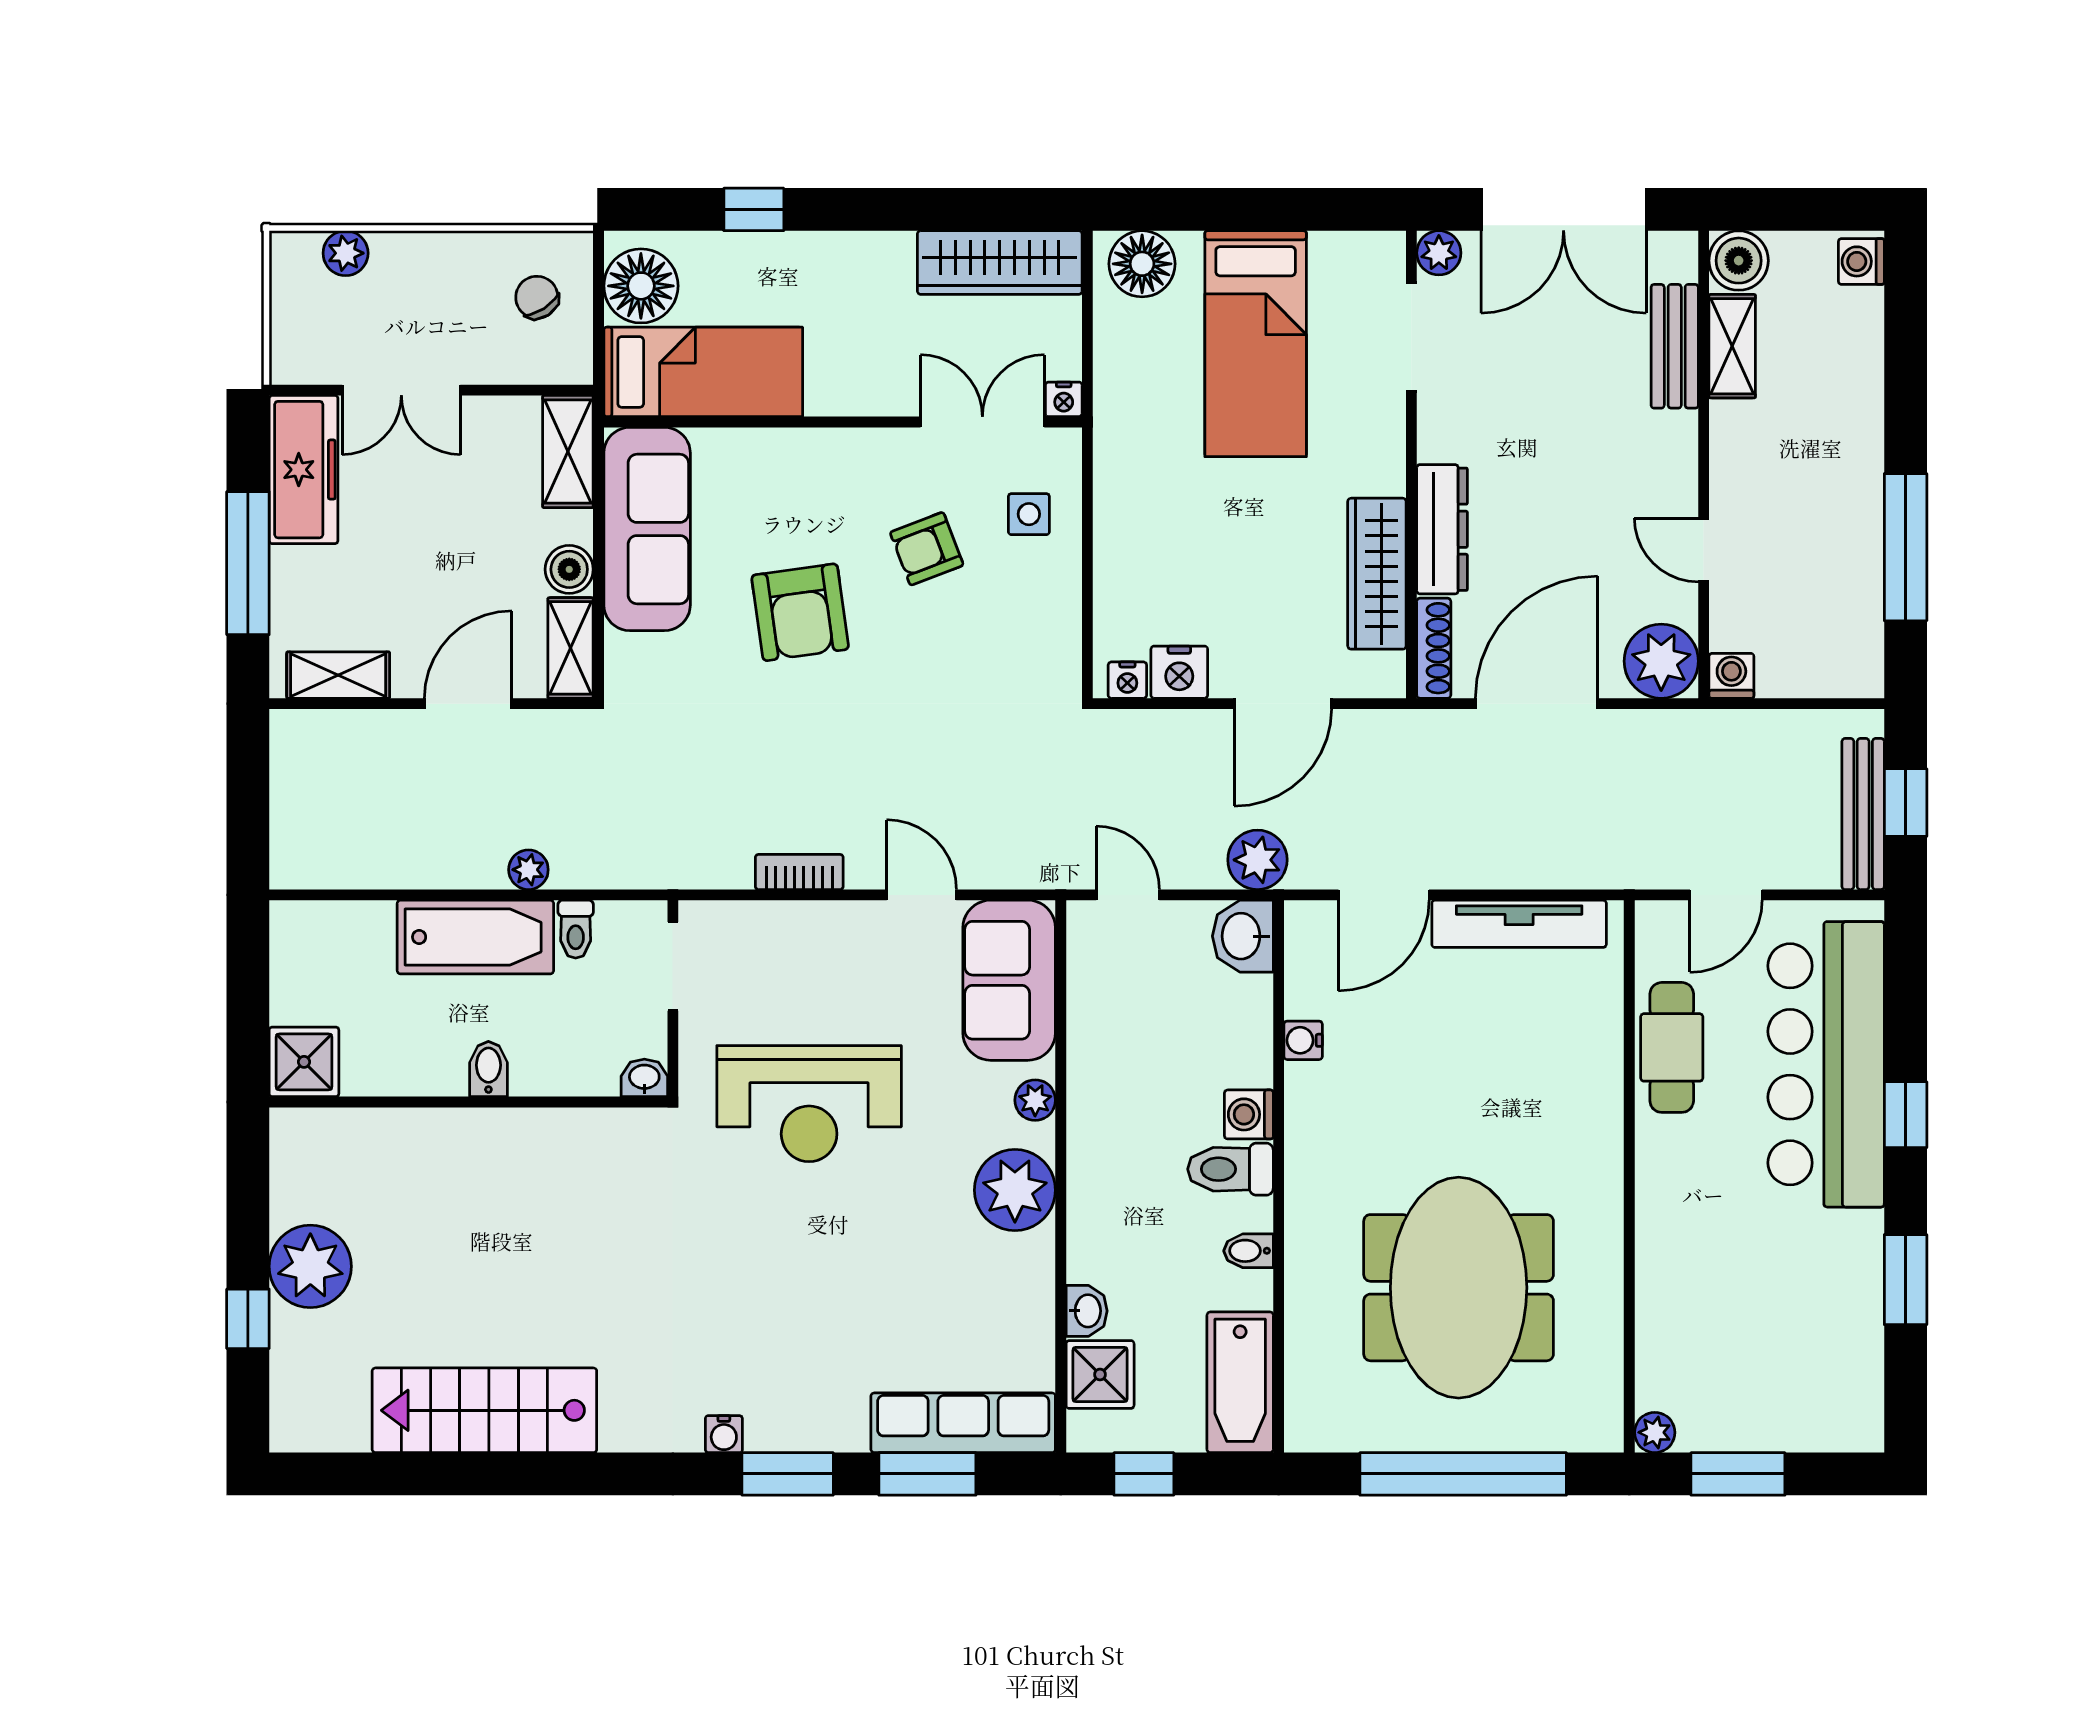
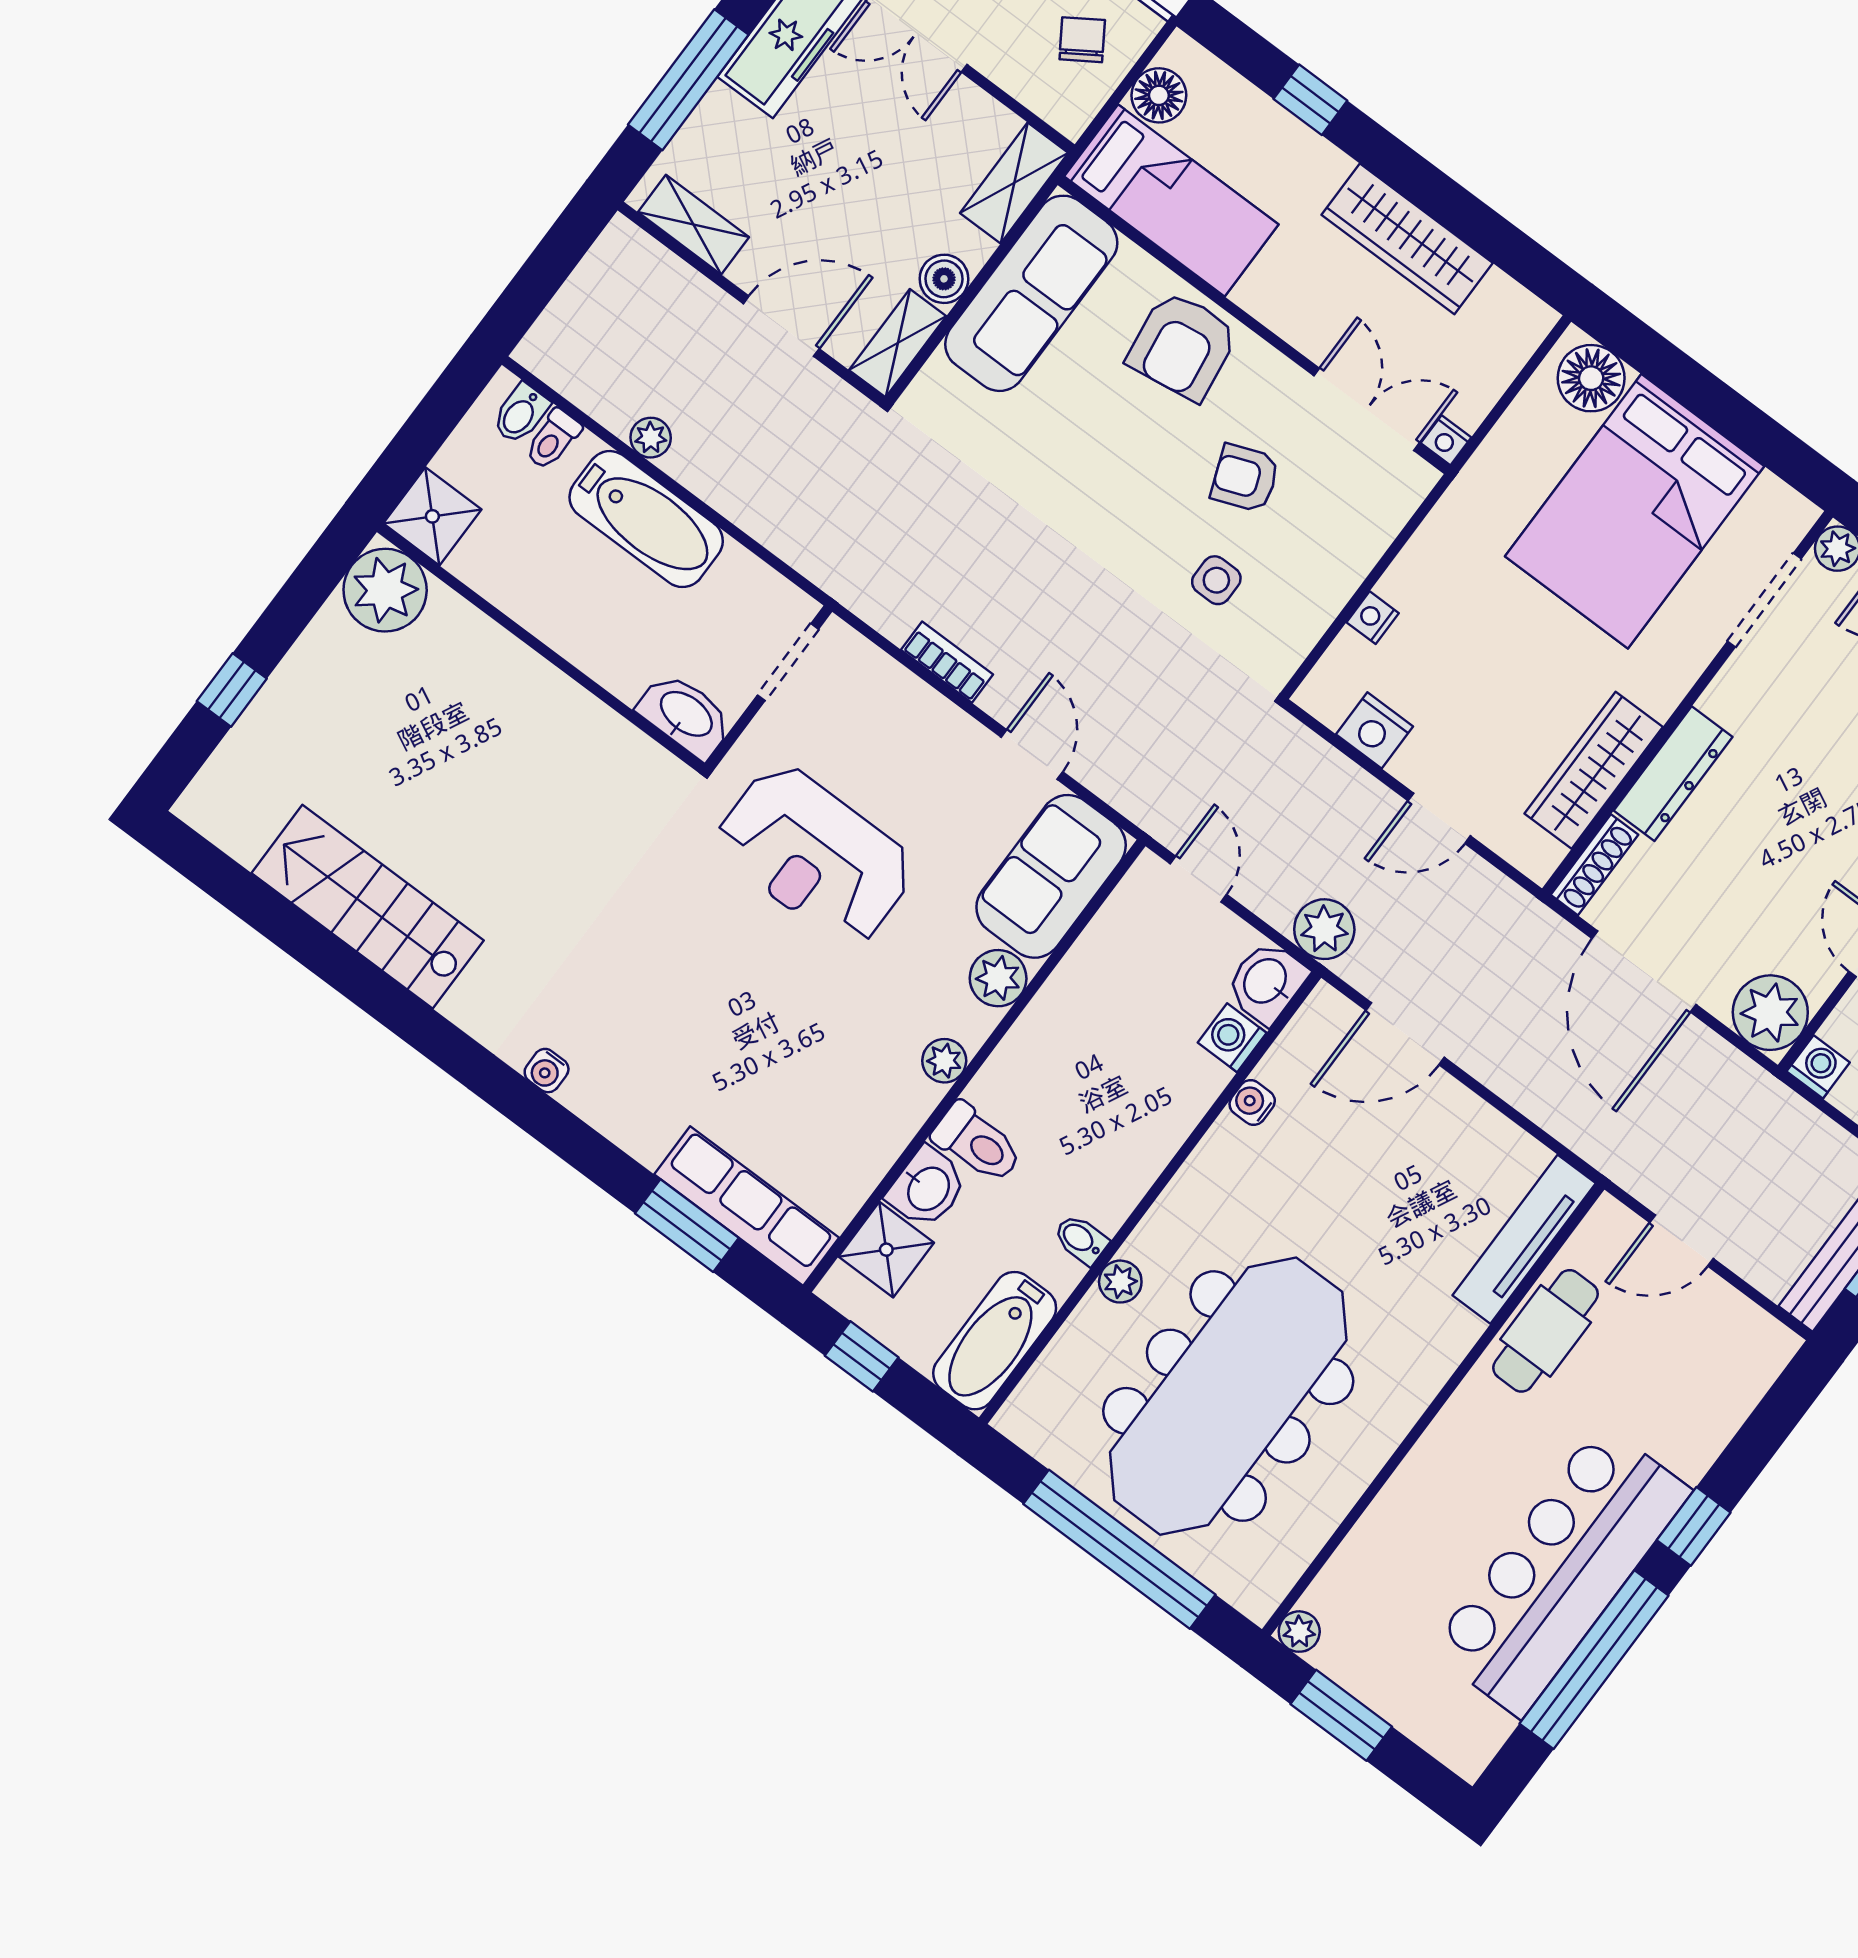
wardrobe: (1000, 263) -> (1407, 239), moved
floor lamp: (641, 286) -> (1159, 95), width x0.73, depth x0.73
bed: (1256, 344) -> (1635, 511), width x1.50
side table: (1029, 514) -> (1216, 580), moved
armchair: (800, 612) -> (1183, 346), moved
nightstand: (1127, 680) -> (1373, 618), moved, turned 90
door: (1283, 704) -> (1439, 818), width x0.73
door: (1536, 704) -> (1644, 972), swing flipped
plant: (528, 870) -> (651, 438), moved
tv unit: (1519, 924) -> (1524, 1239), moved, turned 90
toilet: (576, 929) -> (553, 439), moved
bar counter: (1826, 1064) -> (1561, 1571), moved
bidet: (488, 1069) -> (521, 414), moved, turned 180
washbasin: (644, 1078) -> (685, 715), width x1.91, depth x1.45
plant: (1035, 1100) -> (998, 978), width x1.38, depth x1.38
washing machine: (1249, 1114) -> (1232, 1038), moved
toilet: (1230, 1169) -> (977, 1143), moved, turned 180
plant: (1015, 1190) -> (944, 1061), width x0.53, depth x0.53
plant: (1305, 1261) -> (1120, 1282), added
plant: (310, 1266) -> (385, 590), moved
window: (1906, 1280) -> (1594, 1660), width x2.11
meeting table: (1459, 1288) -> (1228, 1396), width x1.36
washbasin: (1087, 1311) -> (927, 1188), width x1.38, depth x1.45
window: (788, 1474) -> (574, 1141), removed

